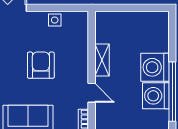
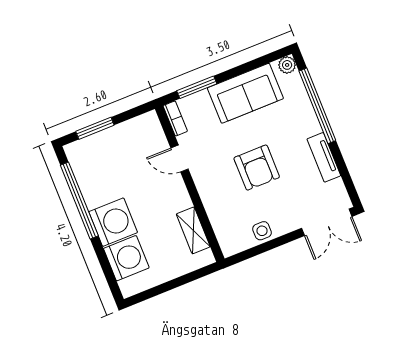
shelving: (102, 60) -> (193, 230), moved
washing machine: (156, 96) -> (126, 258), moved

